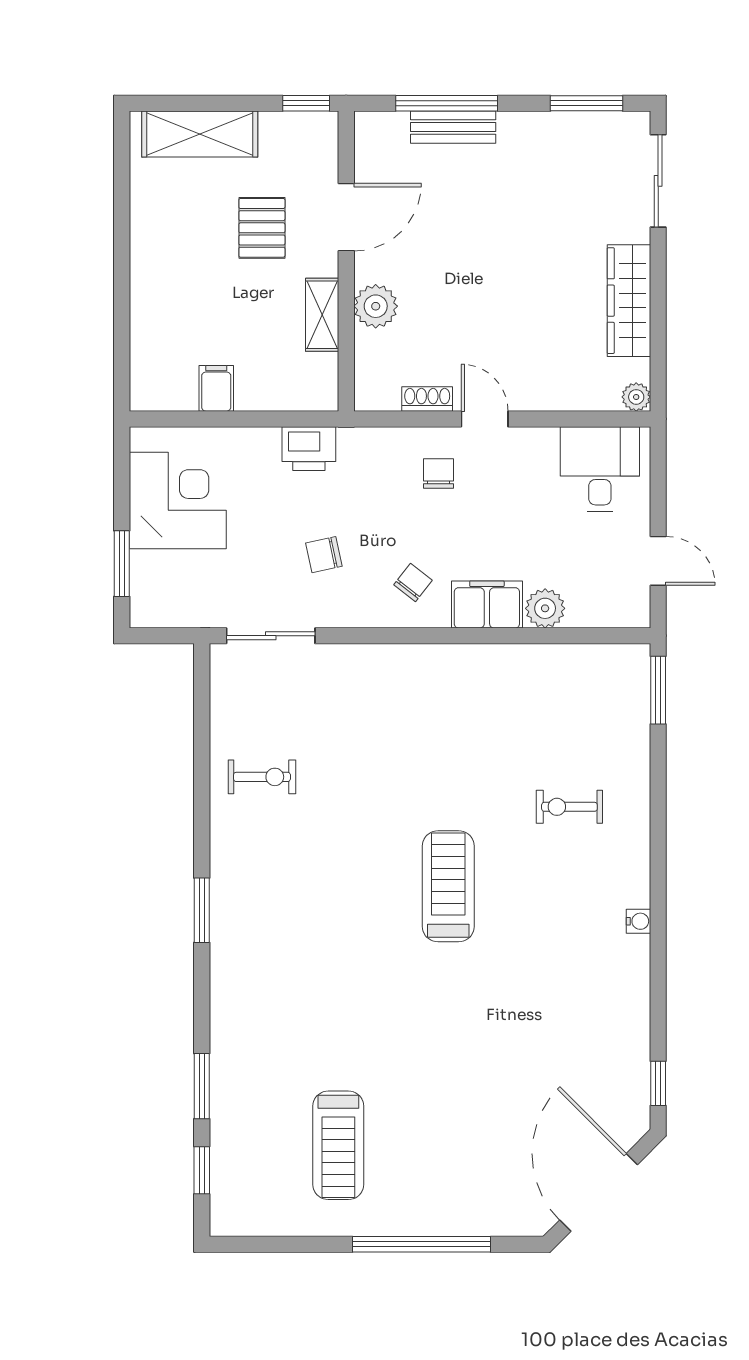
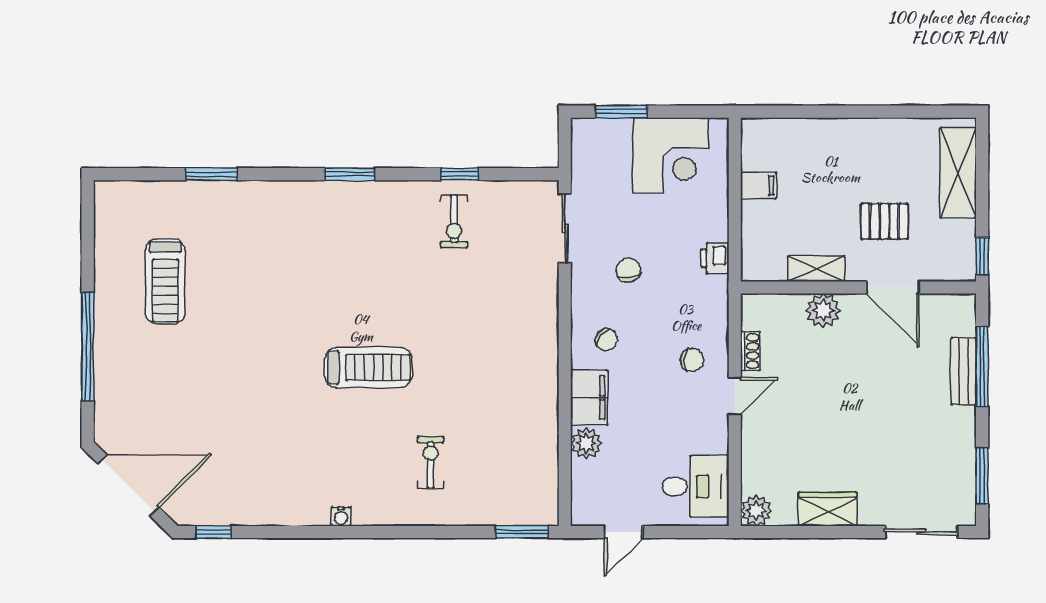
wardrobe: (629, 301) -> (827, 509), width x0.67
plant: (636, 397) -> (756, 511), width x1.38, depth x1.38
printer: (309, 449) -> (715, 258), width x0.73, depth x0.81
treadmill: (338, 1145) -> (165, 281), turned -90
window: (202, 1170) -> (460, 174), moved

